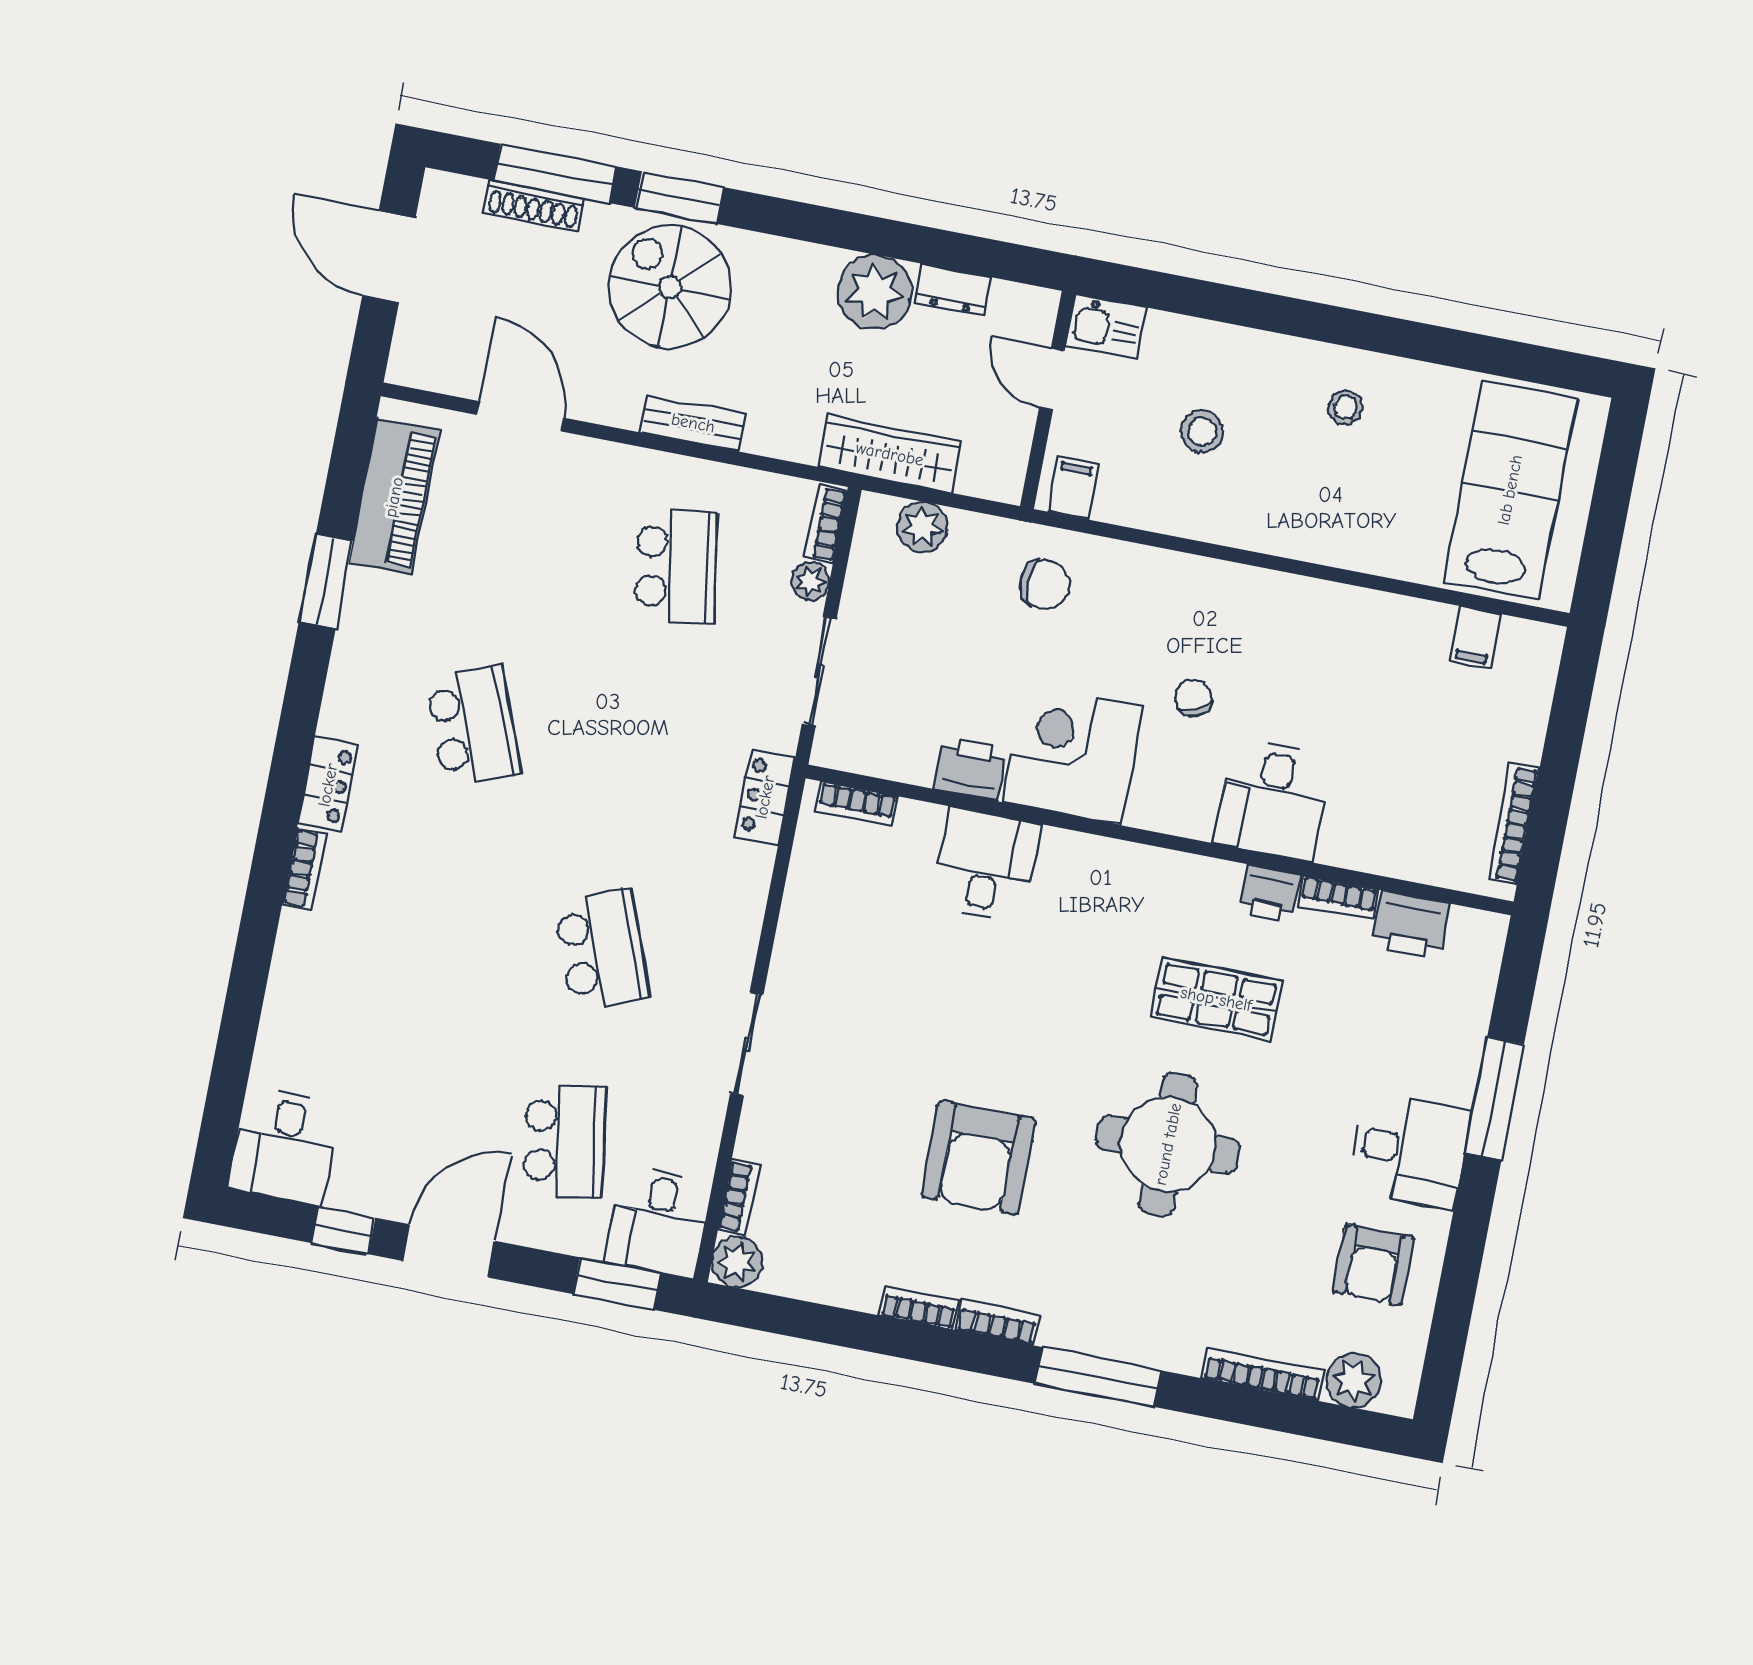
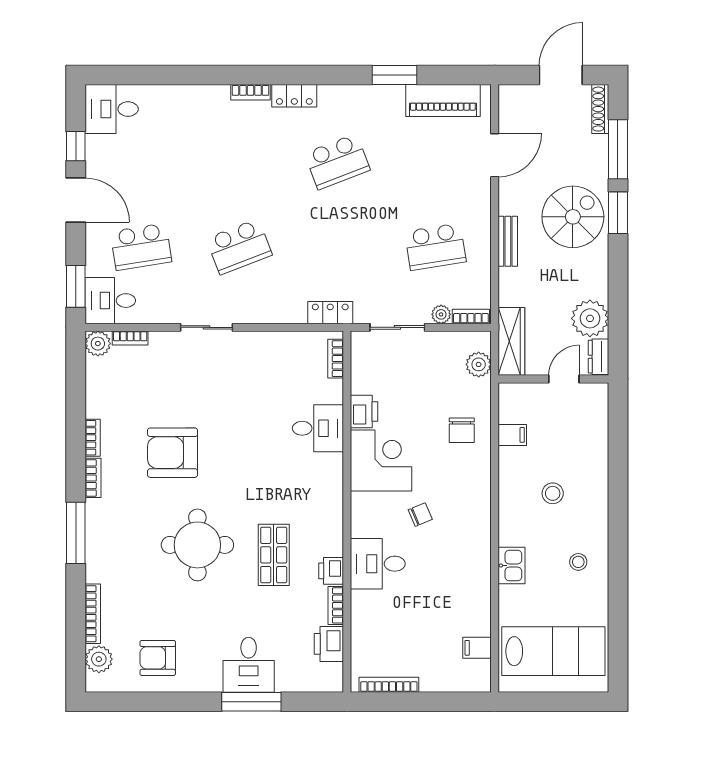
shoe rack: (534, 205) -> (600, 109), moved
kitchen sink: (1106, 327) -> (512, 566), moved, turned 180
door: (1052, 379) -> (564, 379), moved
wall: (1048, 400) -> (553, 379), moved
desk: (1409, 1150) -> (249, 665), moved

